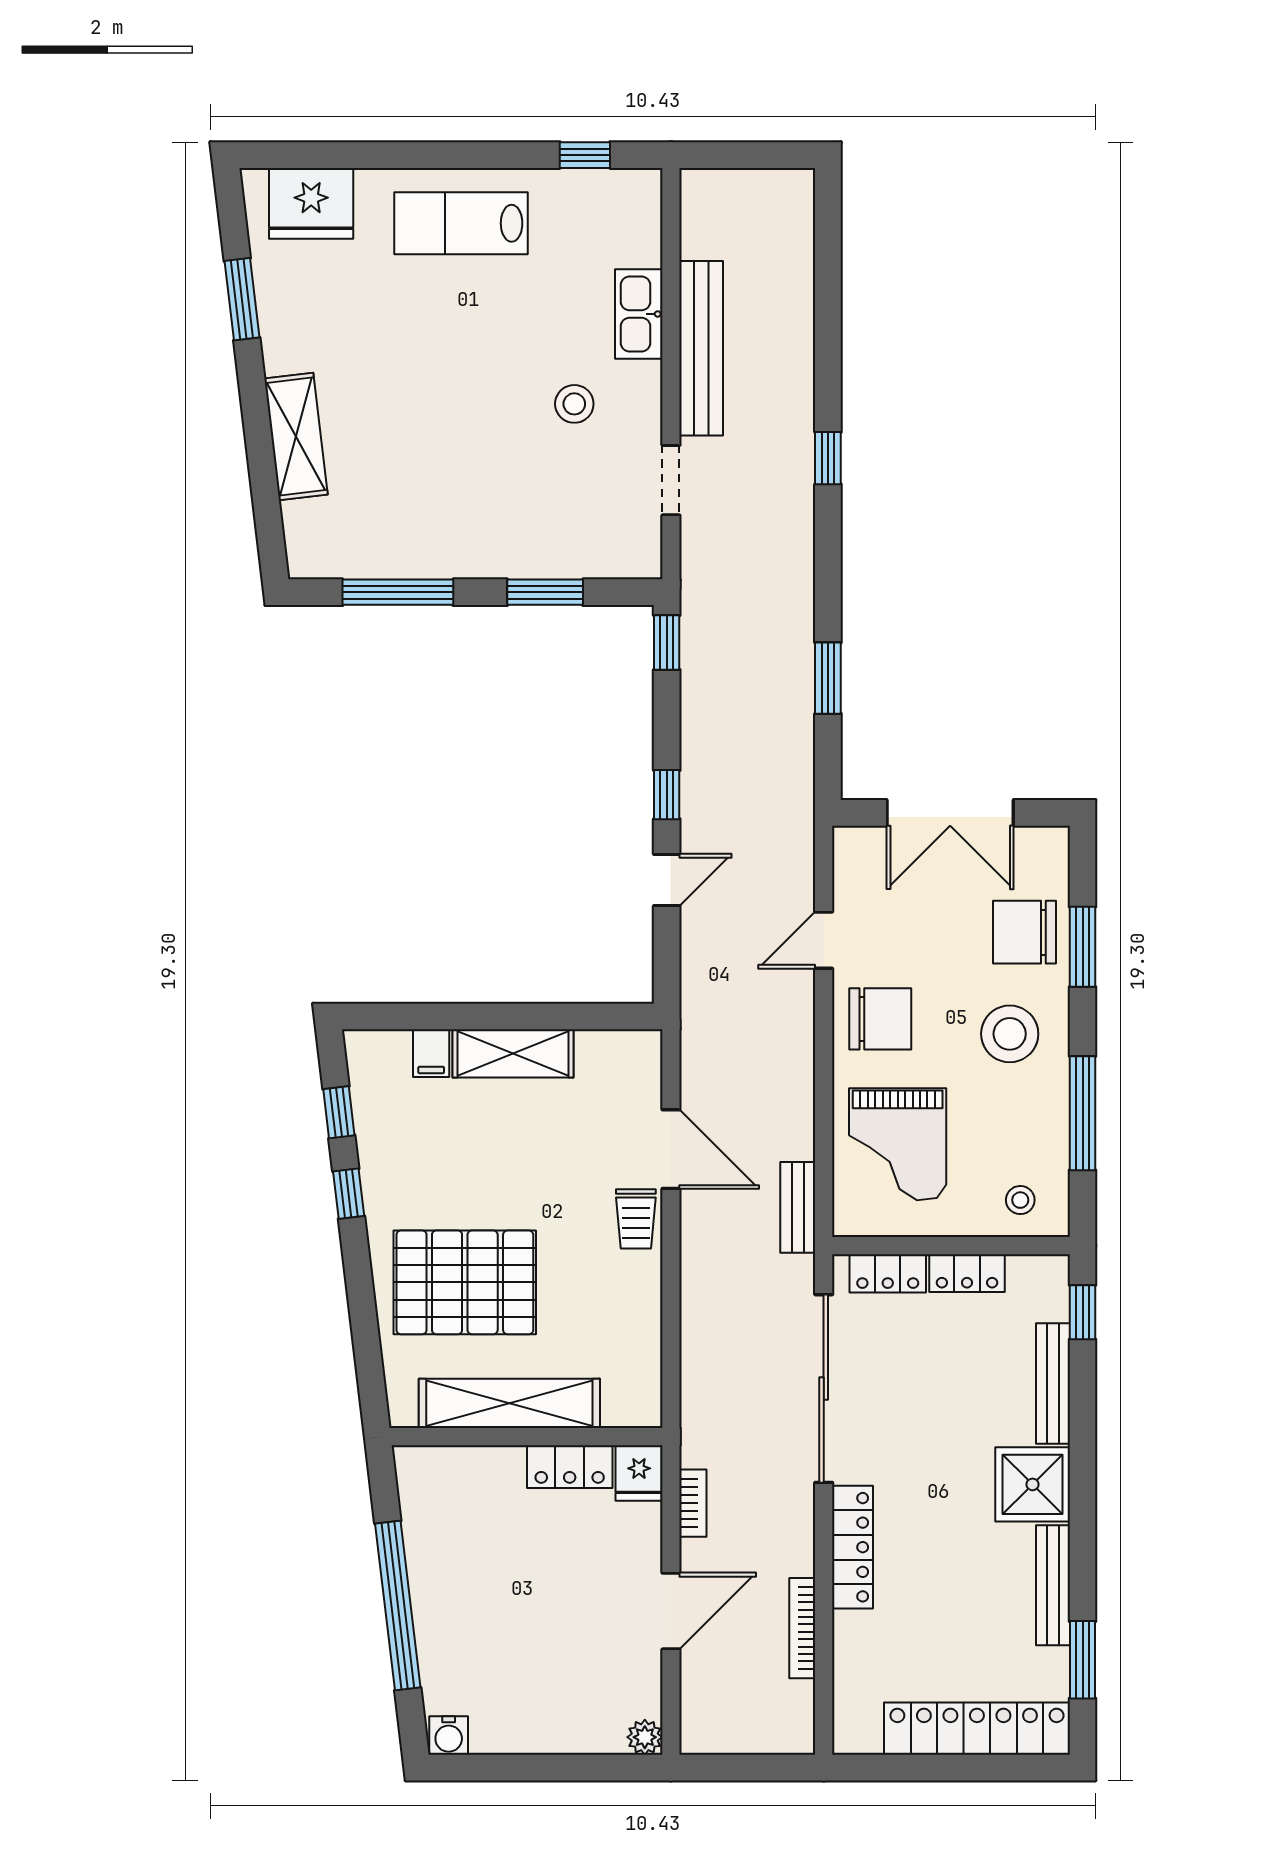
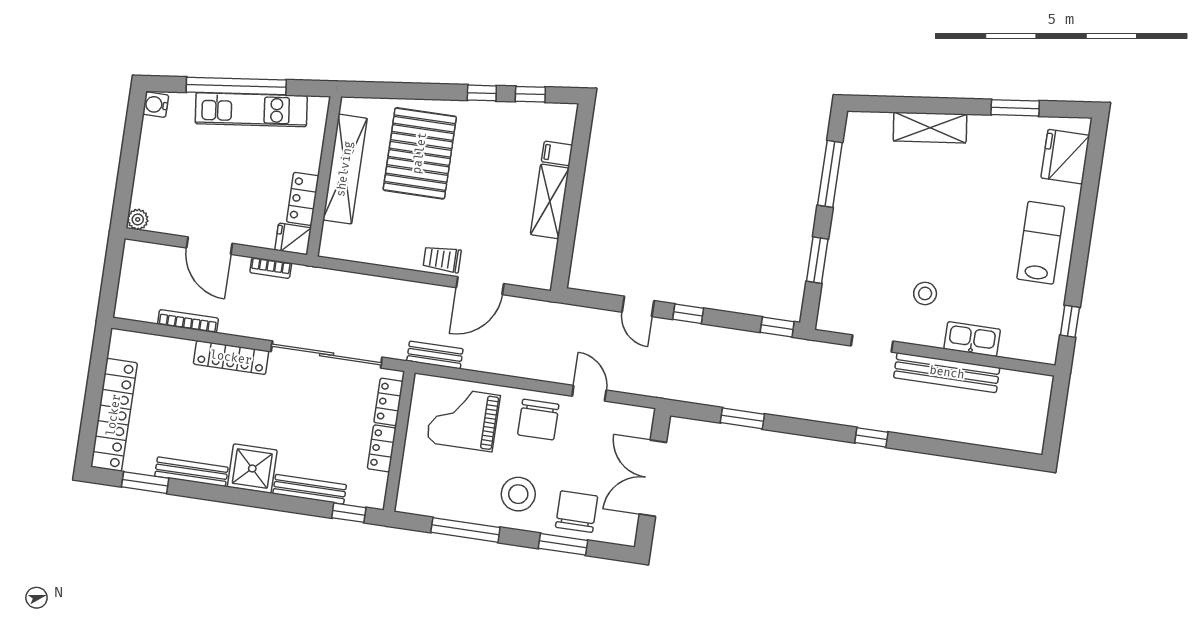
stool: (1020, 1200) -> (420, 486), removed
kitchen unit: (433, 1575) -> (251, 110), added

